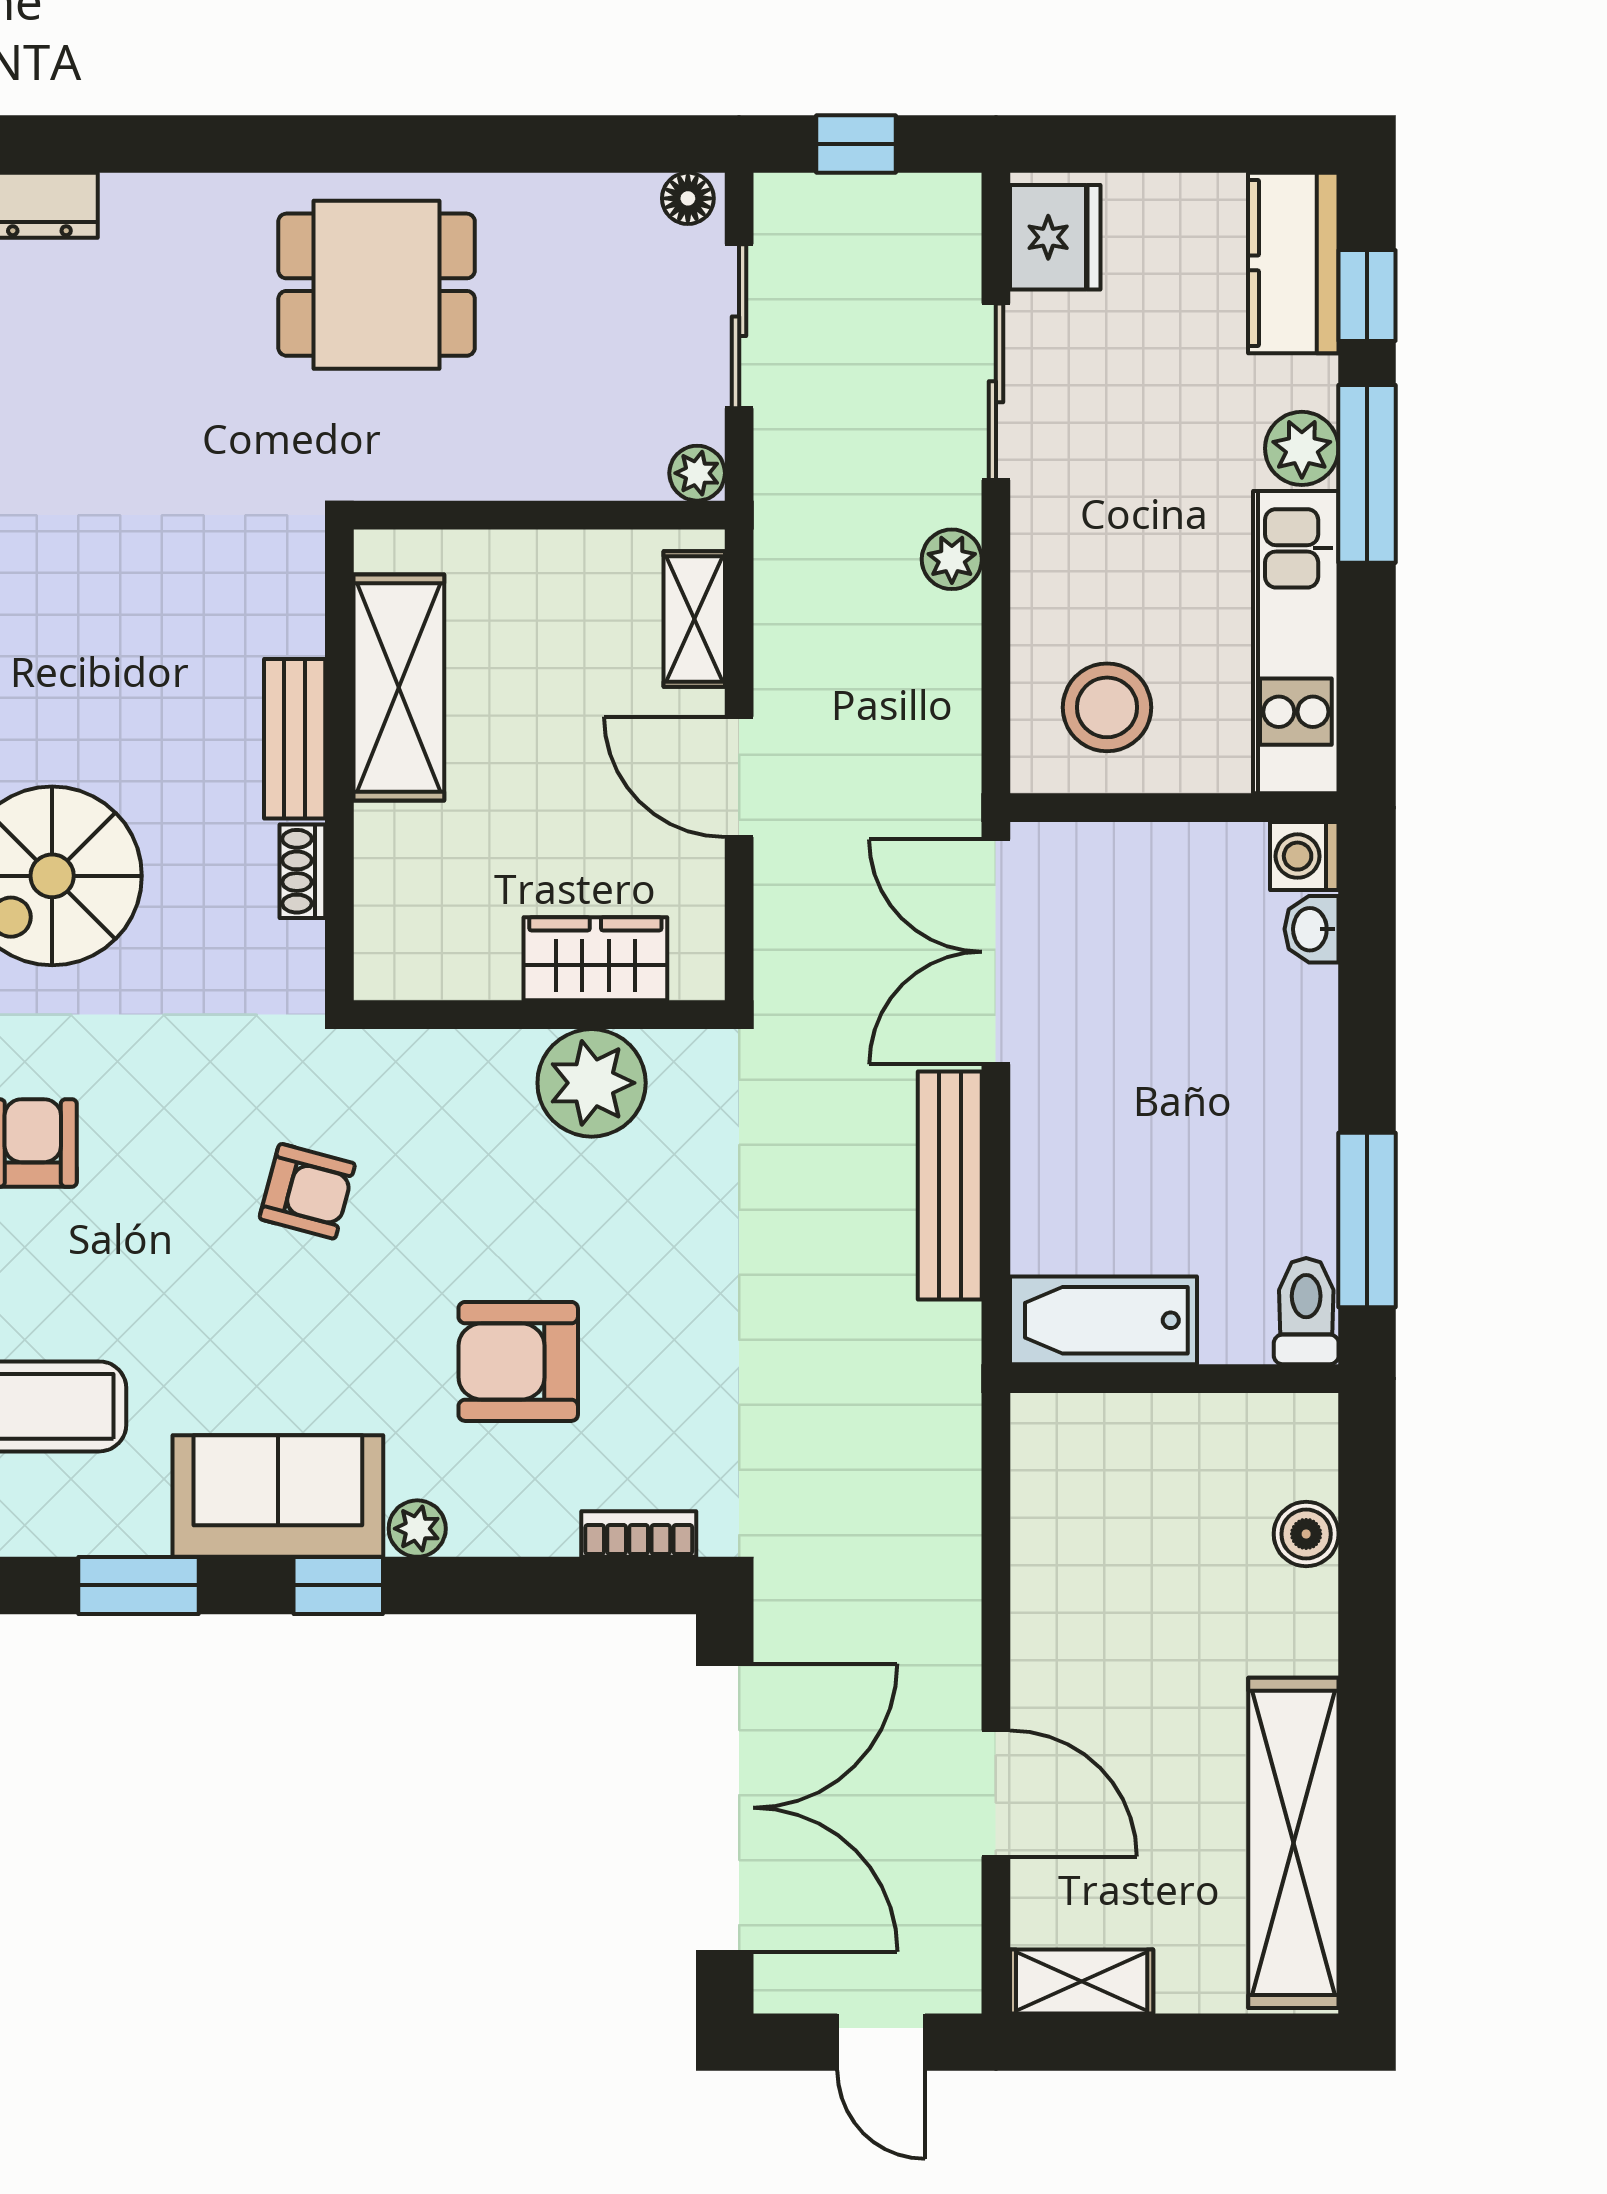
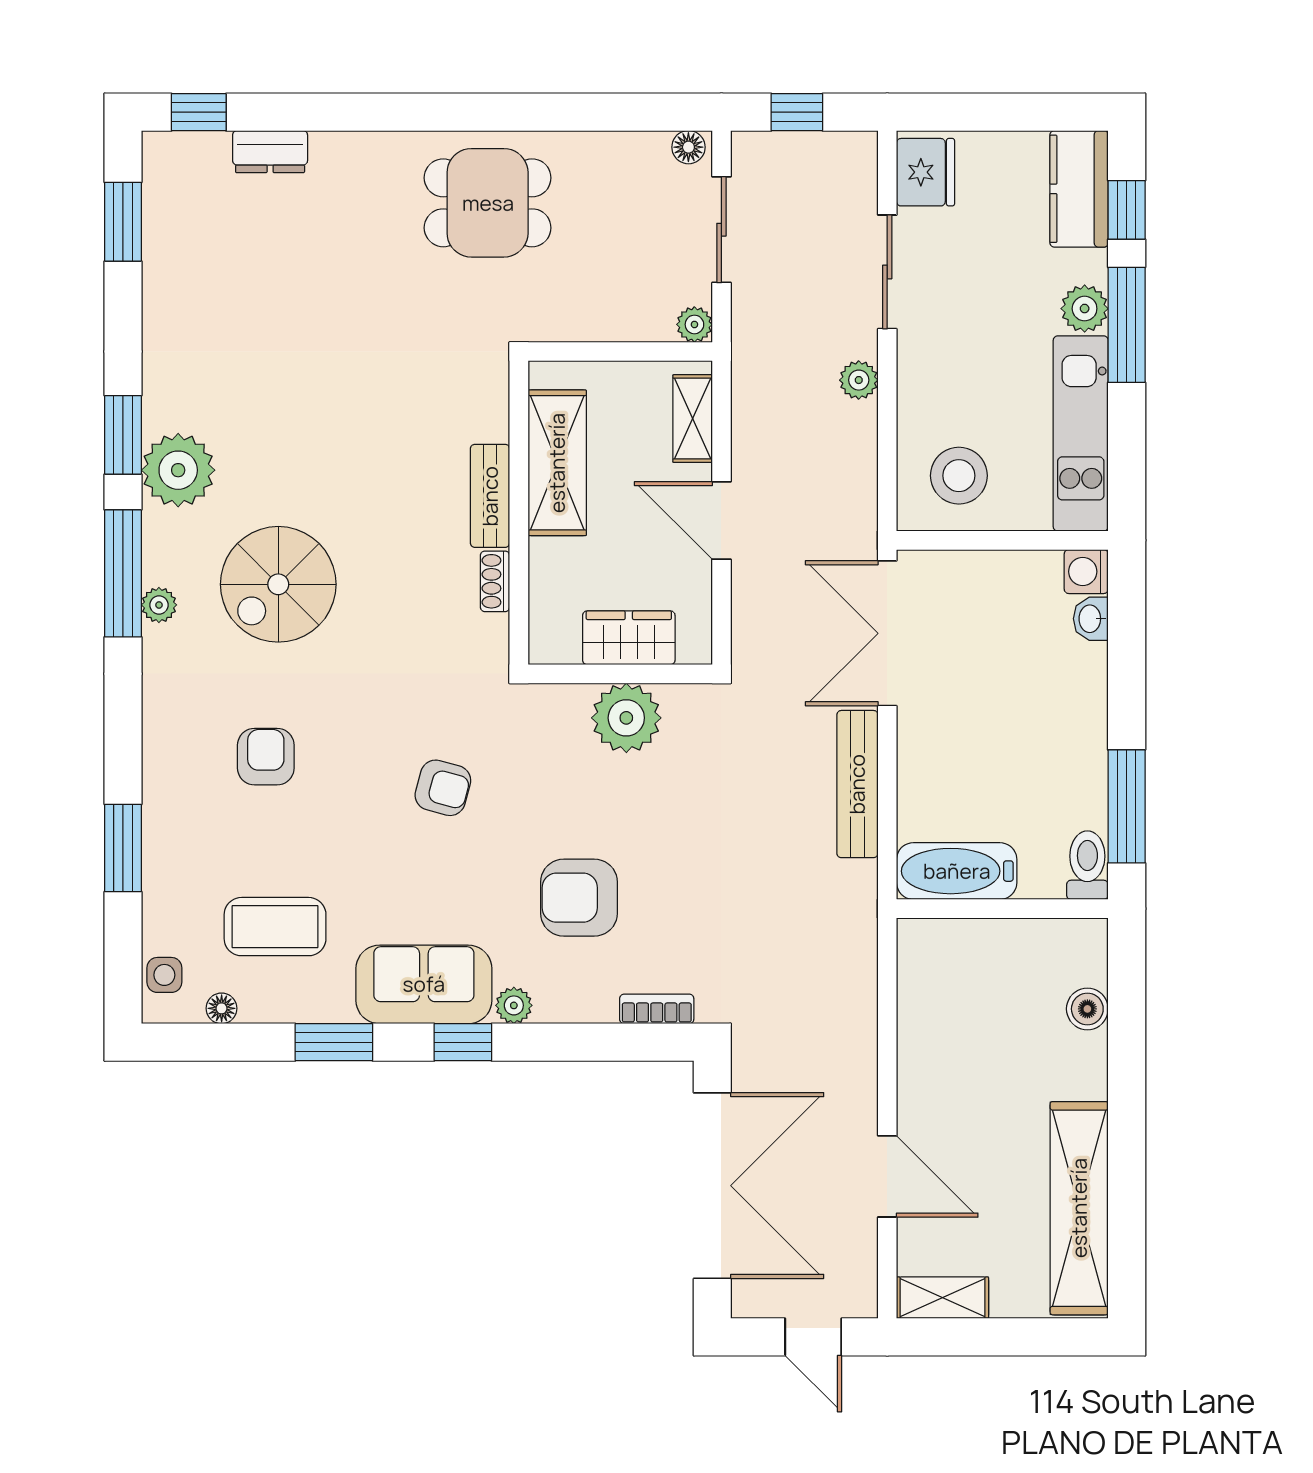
shelving: (399, 688) -> (557, 463), moved
bench: (295, 739) -> (490, 496), moved
wall: (339, 765) -> (519, 513), moved
shoe rack: (302, 871) -> (495, 581), moved

